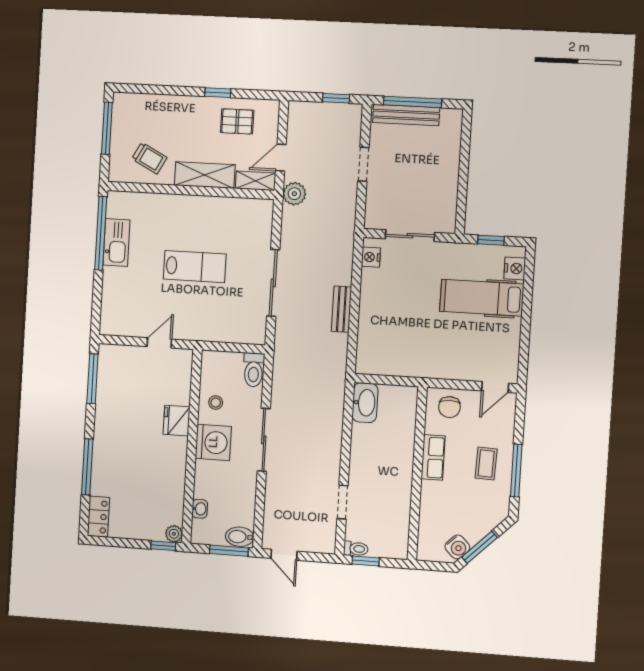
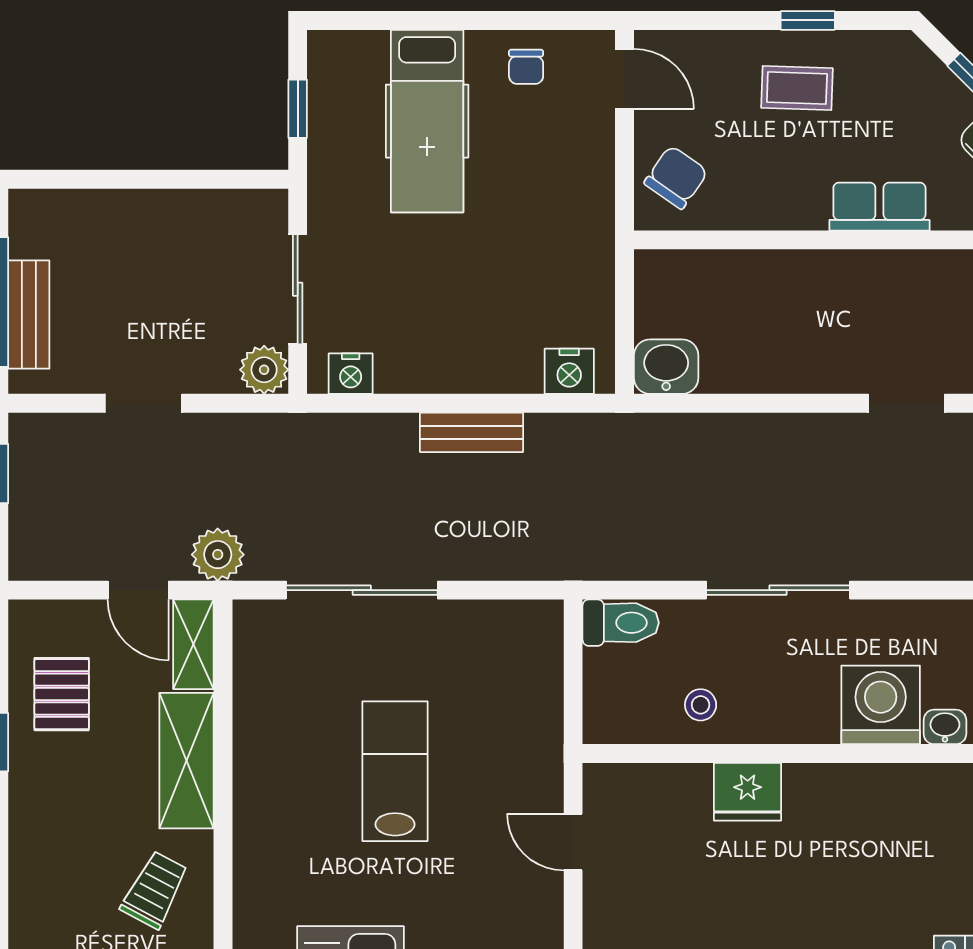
bench: (406, 115) -> (29, 315), width x0.73
plant: (375, 219) -> (264, 370), added
nightstand: (515, 268) -> (569, 371), moved, turned 180
sliding door: (273, 283) -> (362, 590), moved
chair: (503, 343) -> (526, 67), added
washbasin: (365, 403) -> (666, 367), width x0.72
chair: (449, 407) -> (676, 177), turned -55
washing machine: (213, 442) -> (881, 705), moved
row of seats: (433, 457) -> (879, 207), moved
window: (516, 470) -> (808, 20), width x0.46

